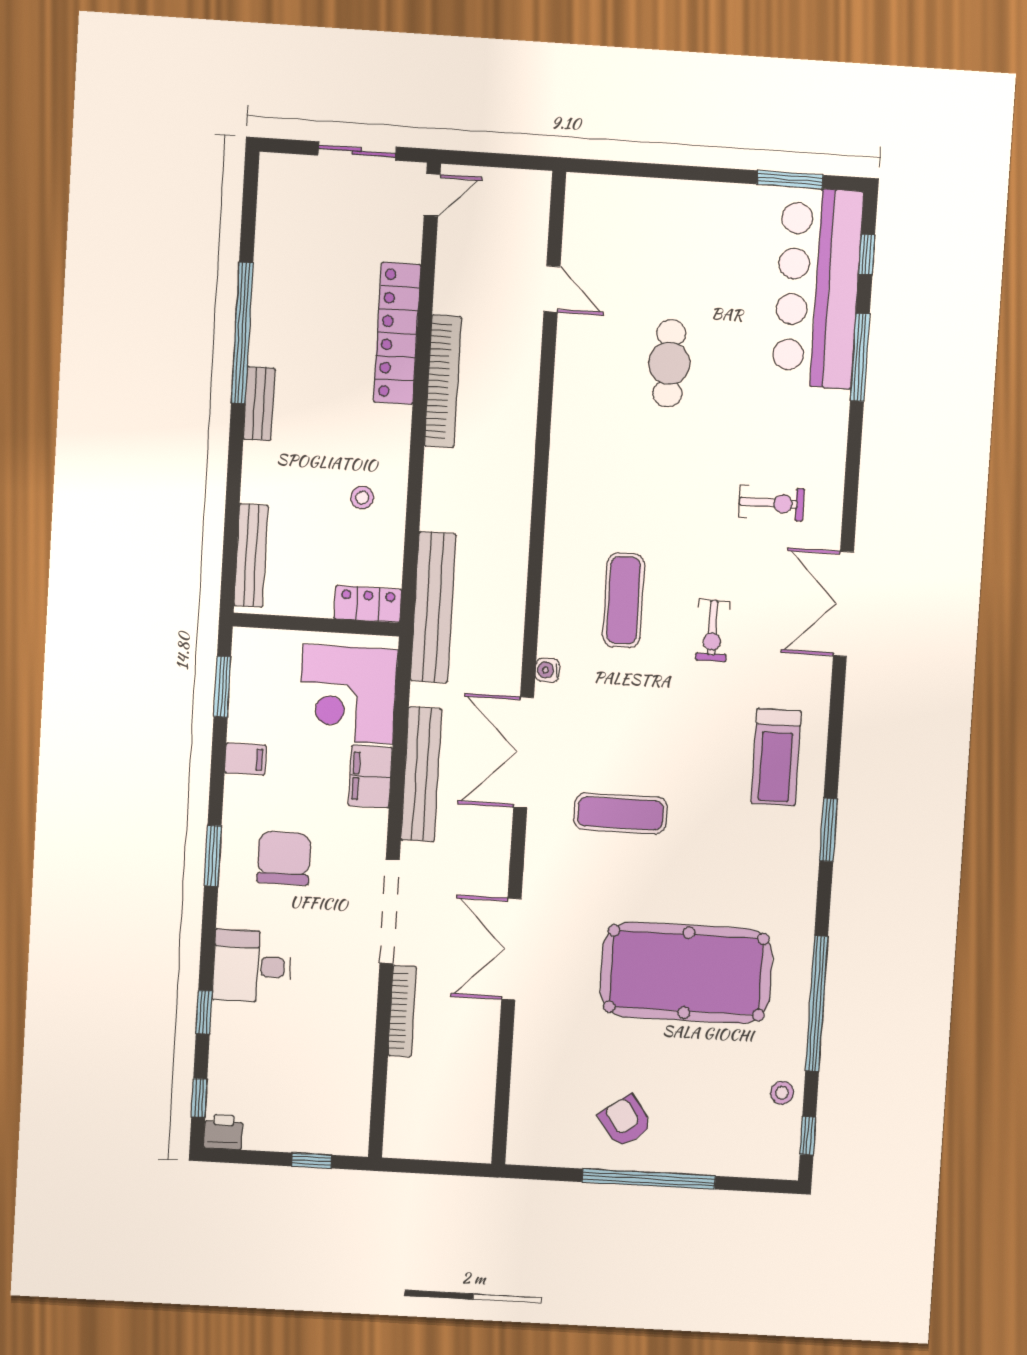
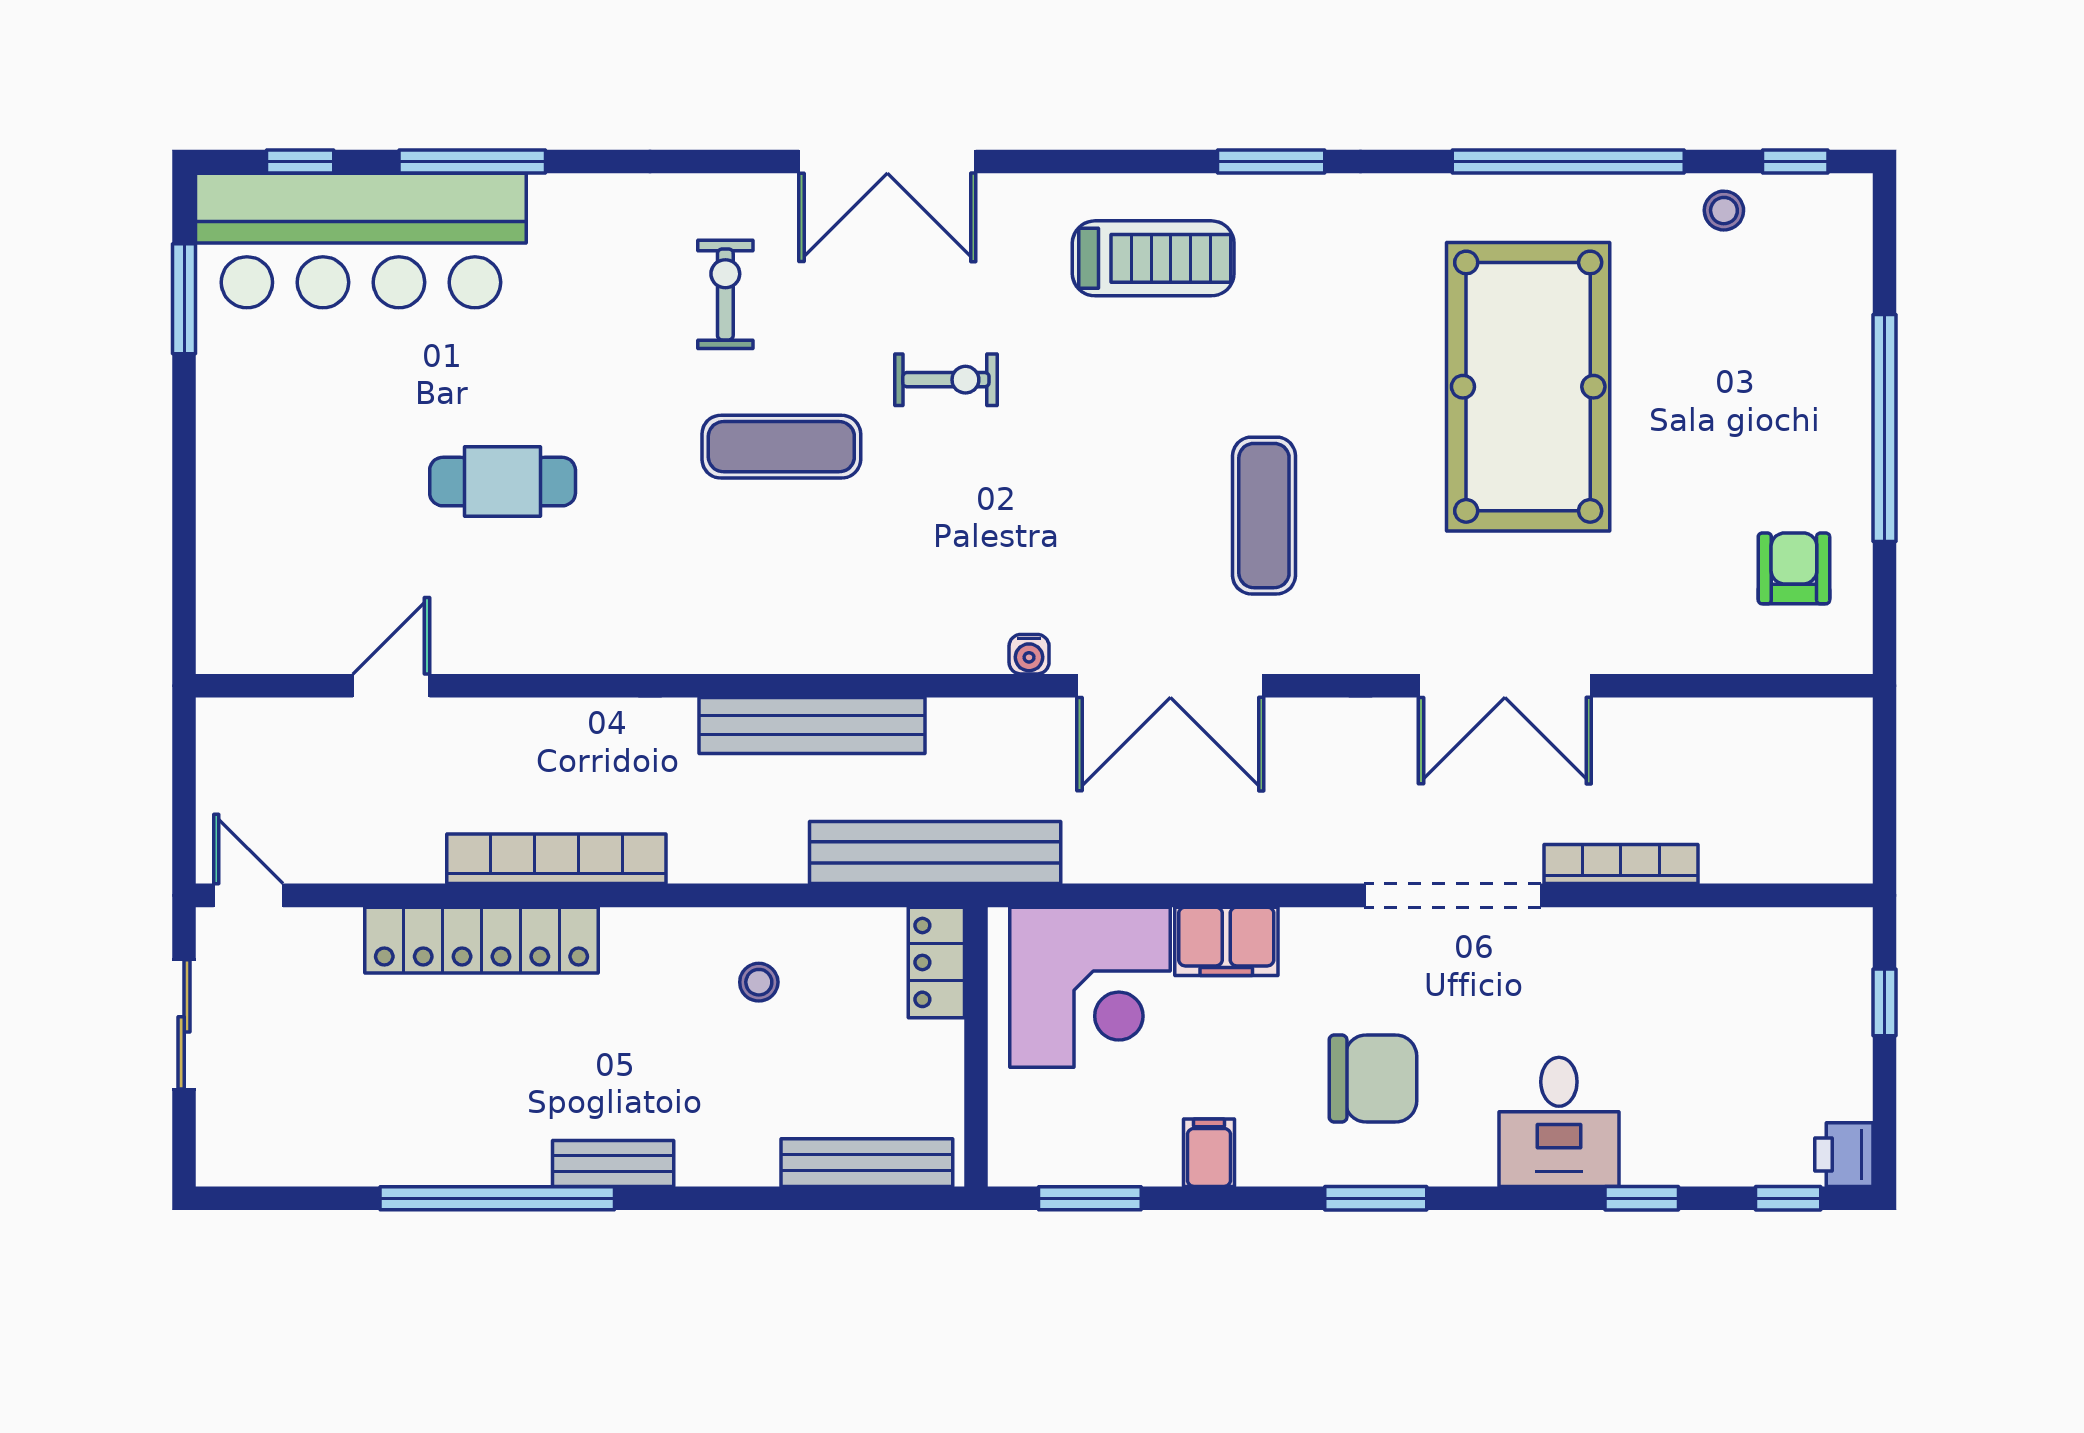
exercise mat: (624, 600) -> (781, 447), moved
bench: (421, 774) -> (812, 725), moved
chair: (284, 858) -> (1373, 1079), turned 180
armchair: (625, 1121) -> (1794, 568), moved, turned 125

